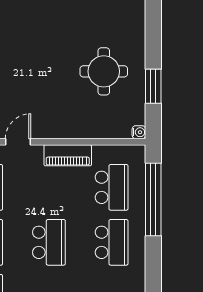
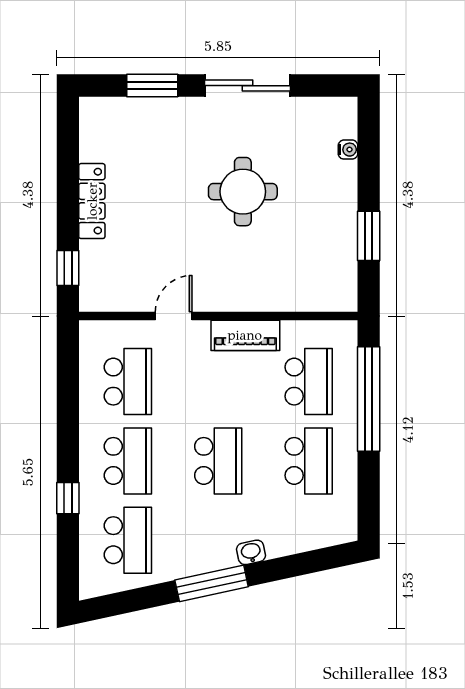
round table: (104, 71) -> (243, 192), moved
water cooler: (139, 132) -> (348, 150), moved

